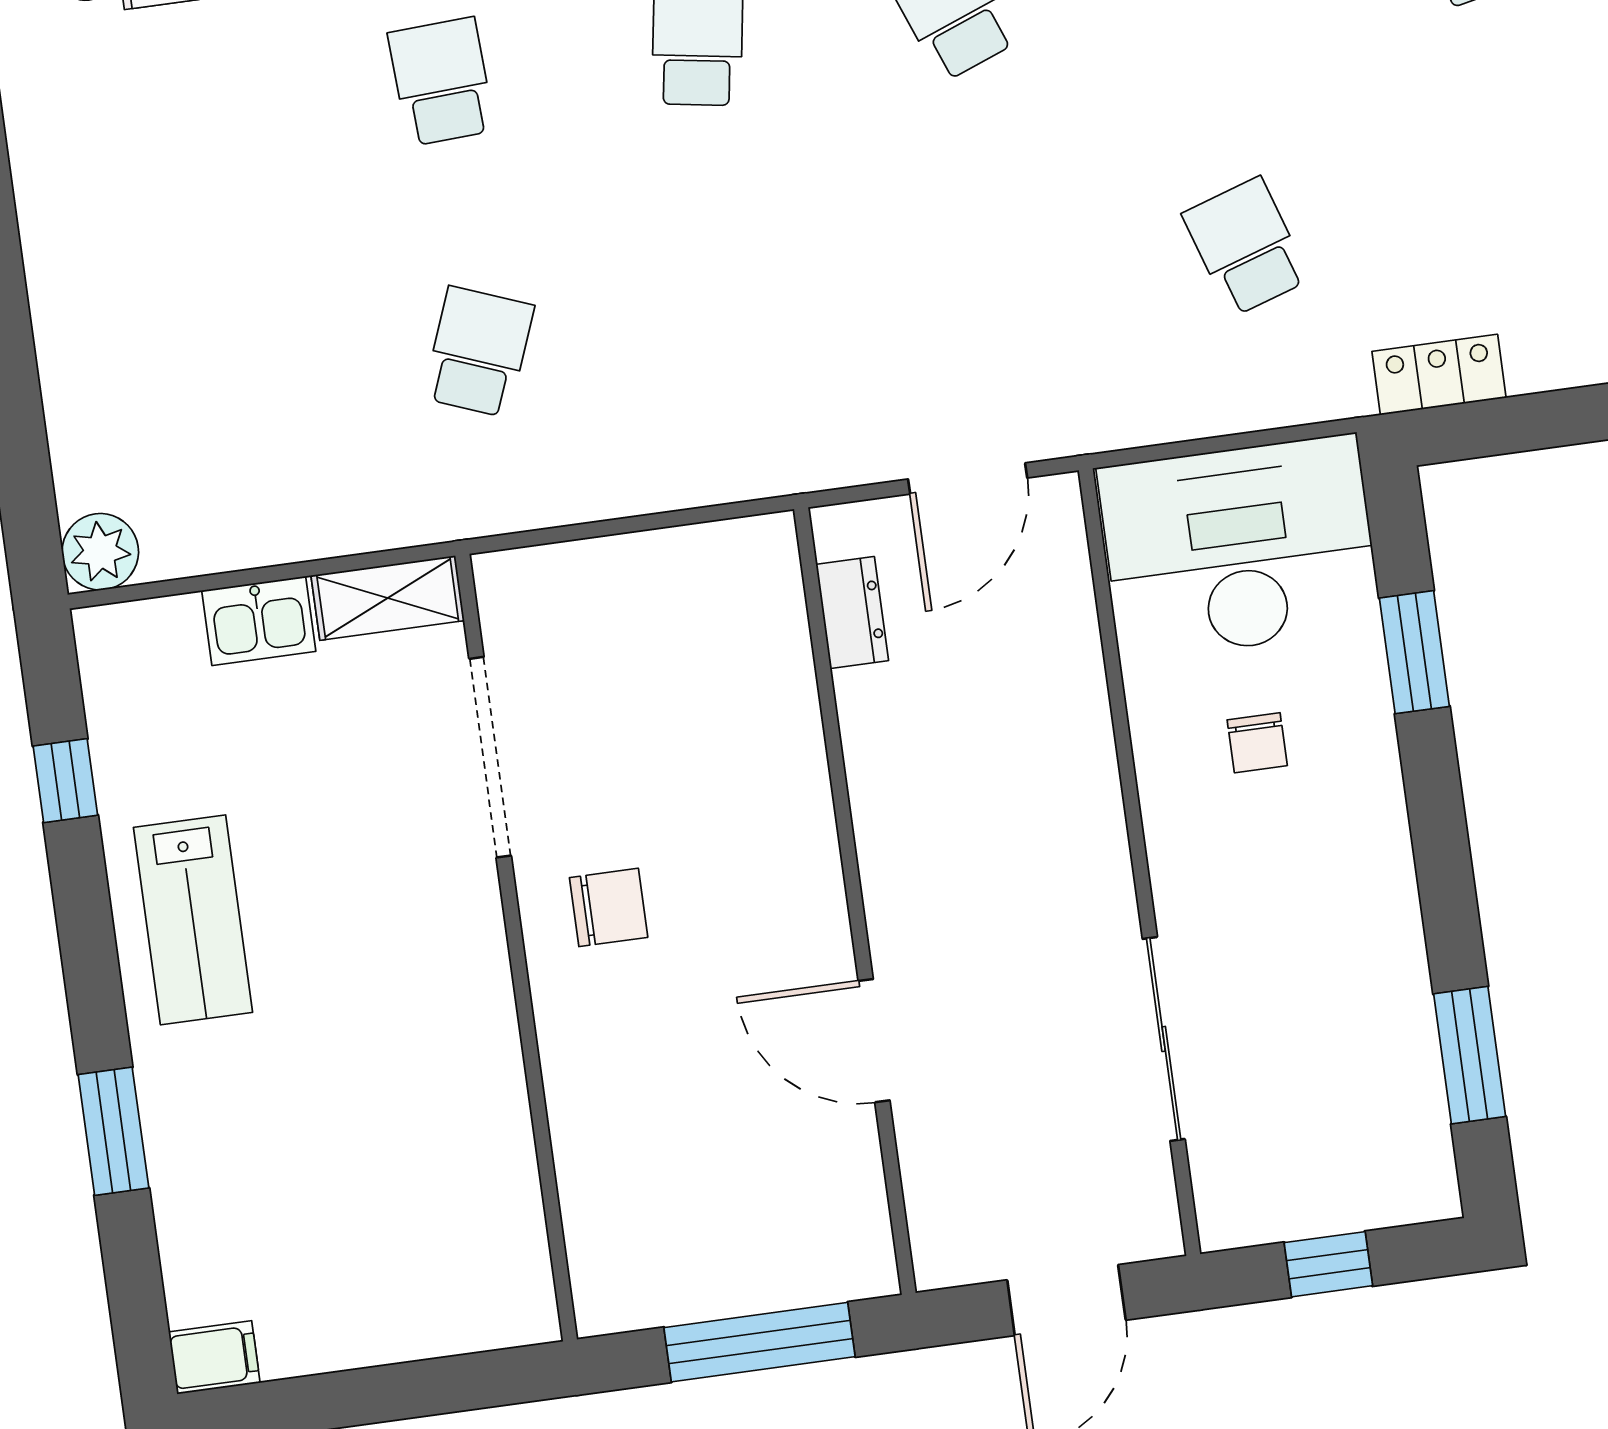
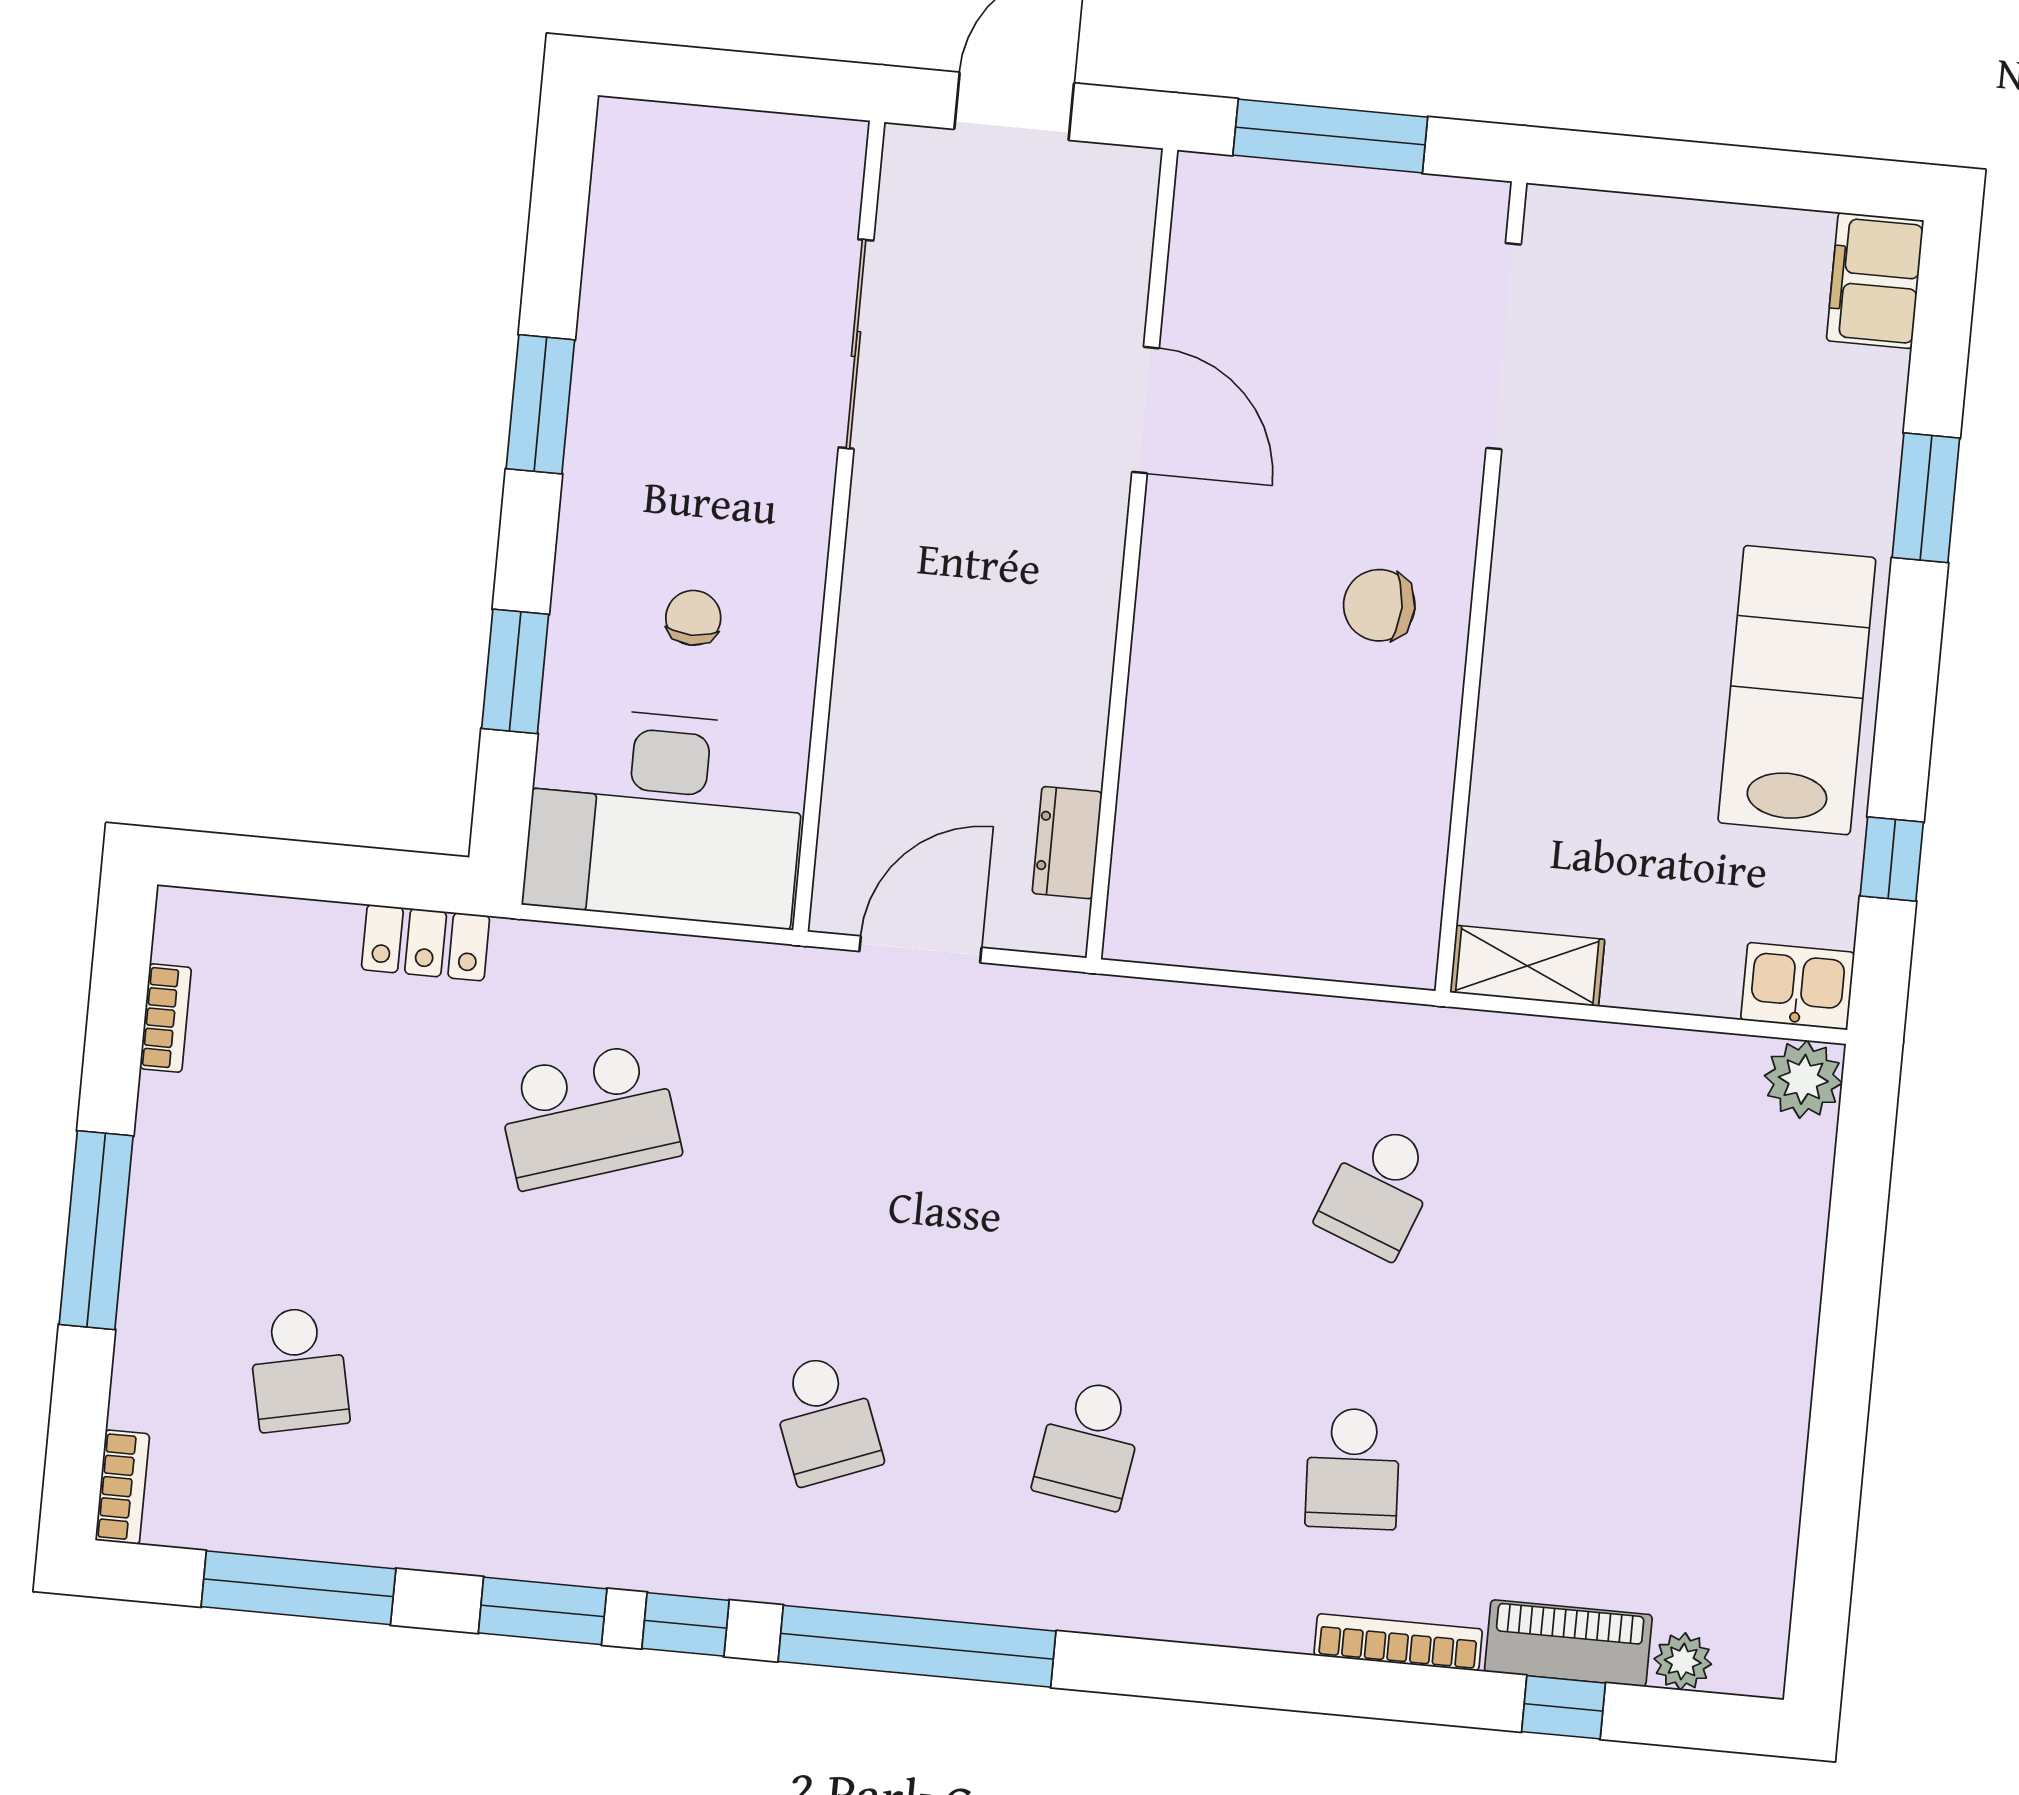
school desk: (1246, 247) -> (588, 1116), width x1.85
kitchen sink: (259, 621) -> (1798, 986), moved
doorway: (490, 757) -> (1504, 346), moved
lab bench: (193, 920) -> (1797, 690), width x1.36, depth x1.39
window: (1470, 1055) -> (540, 404), moved
window: (1328, 1264) -> (744, 81), removed
filing cabinet: (214, 1357) -> (1875, 281), width x2.00

